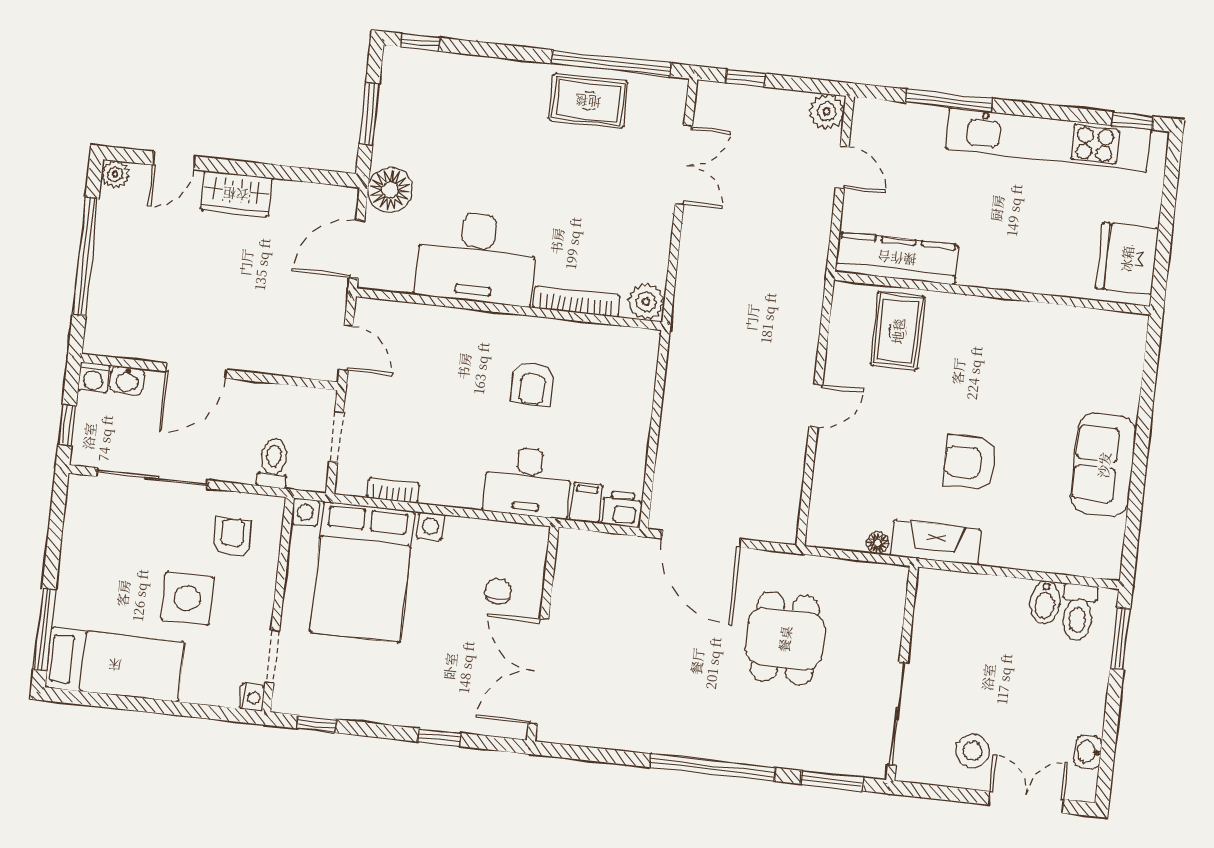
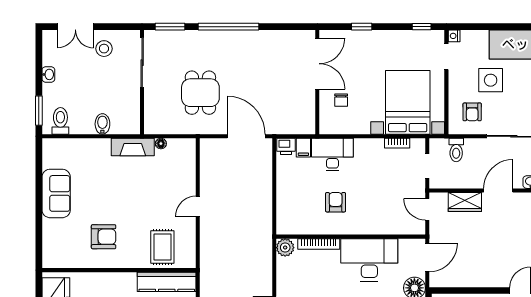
wardrobe: (236, 194) -> (465, 202), moved, turned 180
armchair: (970, 463) -> (104, 237), moved
bidet: (1045, 602) -> (102, 124), moved
washbasin: (1088, 752) -> (48, 74), moved

